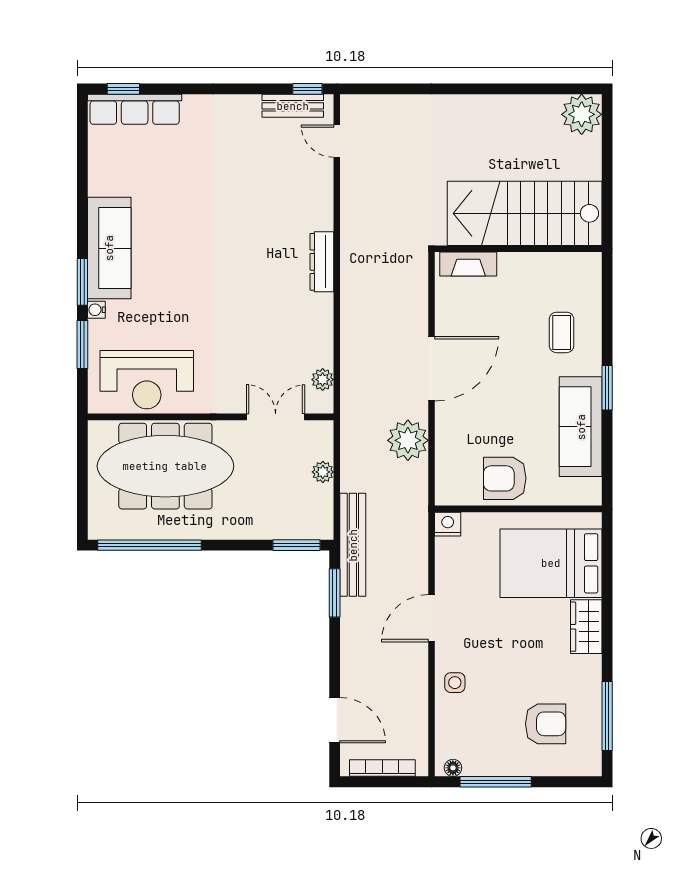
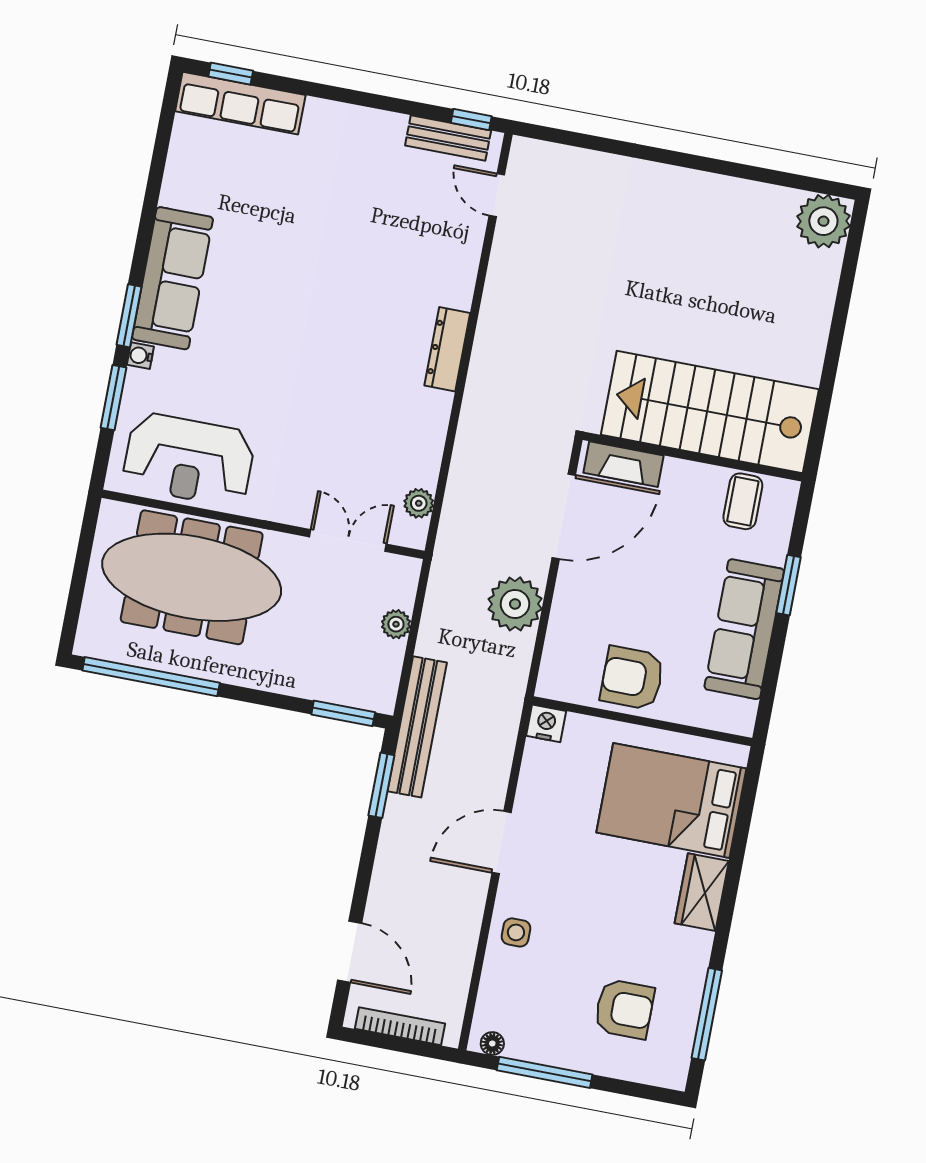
stairs: (525, 213) -> (710, 412), moved
wall: (518, 249) -> (693, 457), moved
fireplace: (468, 264) -> (624, 464), moved

